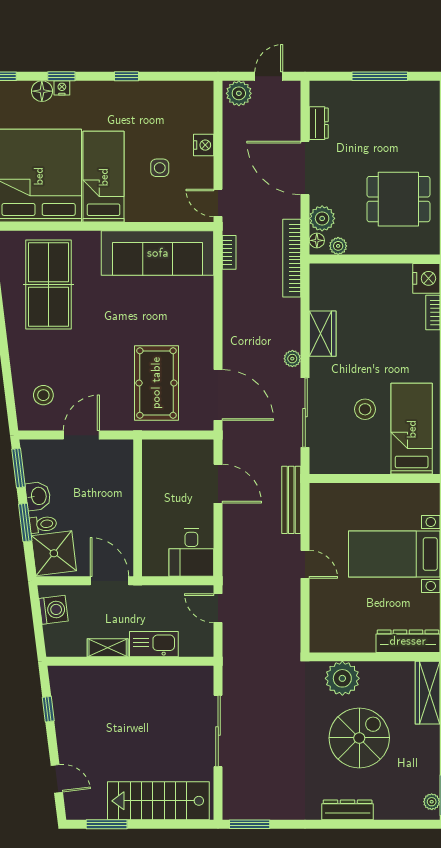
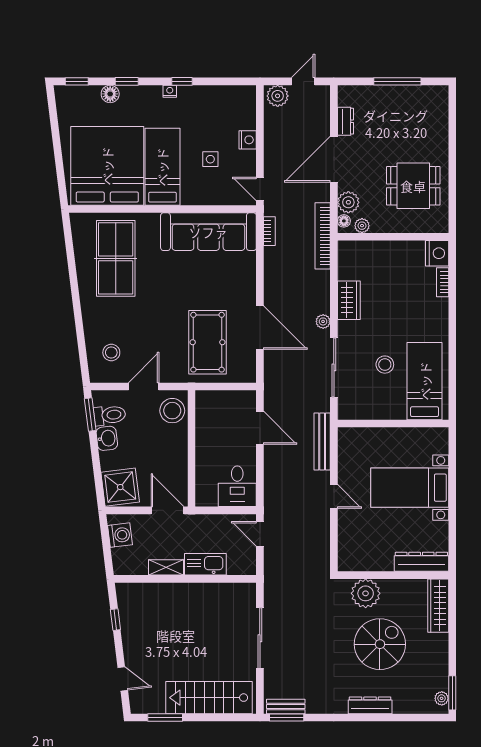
nightstand: (62, 88) -> (170, 91), moved
door: (305, 168) -> (334, 159), hinge flipped
door: (218, 395) -> (260, 328), moved
stool: (115, 463) -> (172, 411), added
window: (25, 522) -> (96, 461), removed
toilet: (43, 524) -> (110, 415), moved, width x1.37, depth x1.39
bench: (248, 811) -> (286, 707), added

